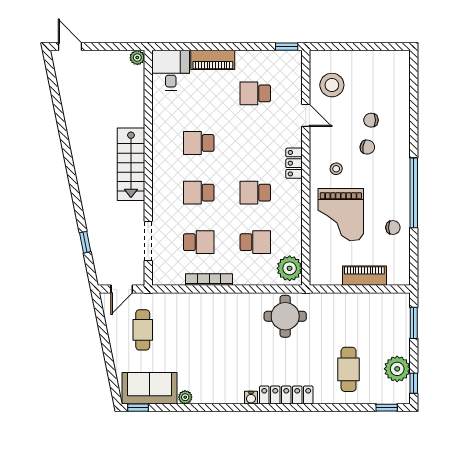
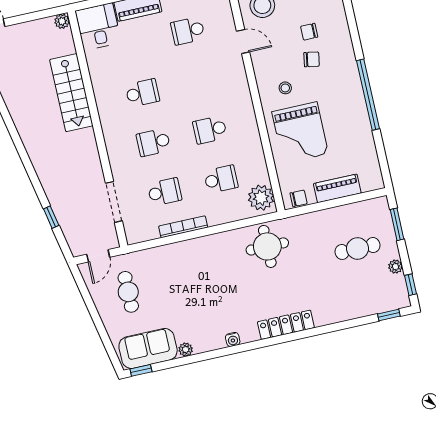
school desk: (199, 143) -> (142, 93), turned 180
locker: (294, 163) -> (242, 92), removed
stairs: (131, 164) -> (71, 93), moved
chair: (393, 228) -> (299, 198), moved
cafe table: (349, 369) -> (357, 248), moved, turned 90
plant: (397, 369) -> (395, 267), width x0.53, depth x0.53
water cooler: (251, 398) -> (233, 339), moved

